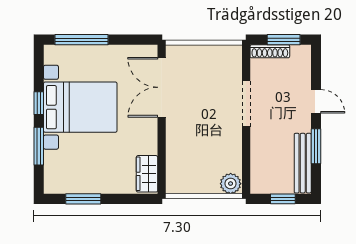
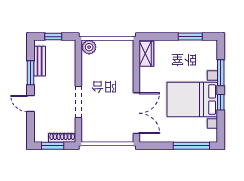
bench: (303, 163) -> (40, 61), width x0.73

